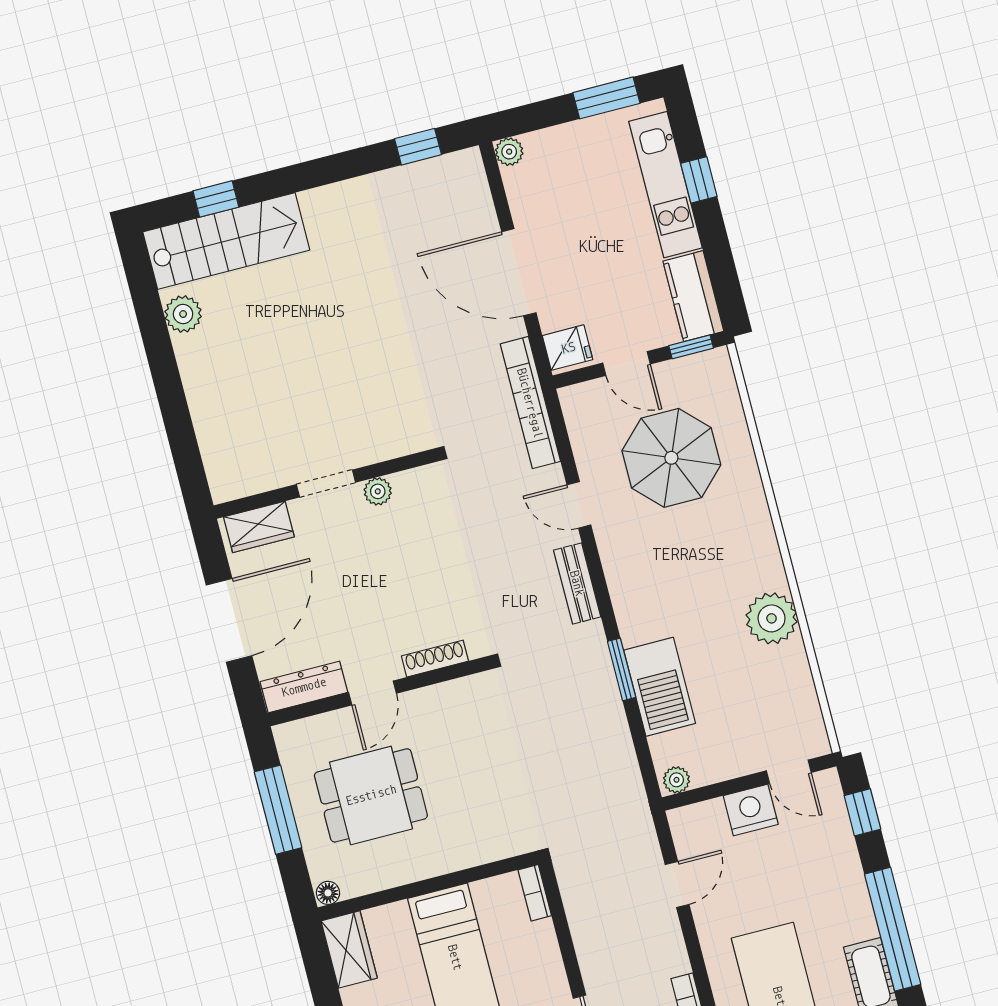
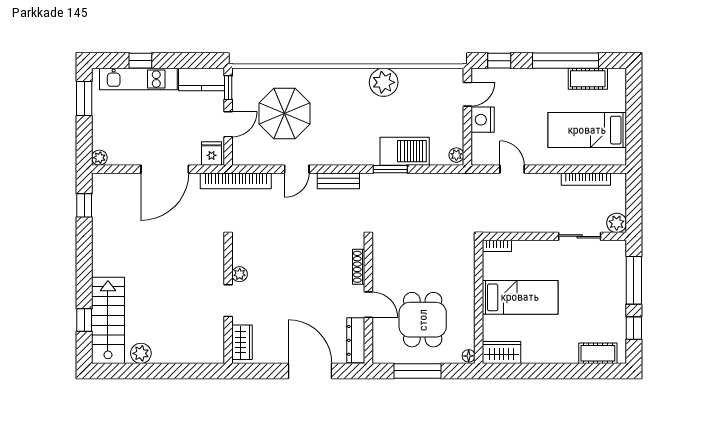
doorway: (326, 483) -> (228, 301), moved
wall: (324, 484) -> (228, 302), moved
plant: (378, 491) -> (240, 274), moved
wardrobe: (259, 527) -> (242, 342), moved

